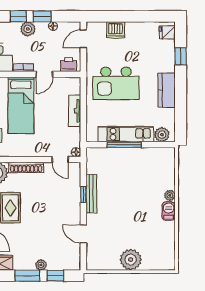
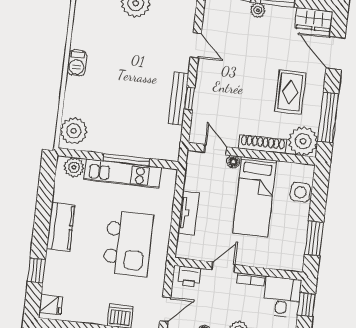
kitchen island: (116, 83) -> (128, 244), turned 90
bed: (21, 105) -> (255, 197), moved, turned 180
floor lamp: (76, 152) -> (233, 162), moved
plant: (170, 195) -> (74, 131), moved, width x1.88, depth x1.88

